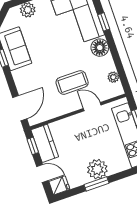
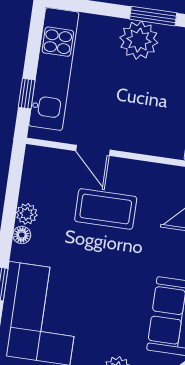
floor lamp: (100, 48) -> (22, 235), width x0.53, depth x0.53
plant: (113, 77) -> (27, 214), moved

